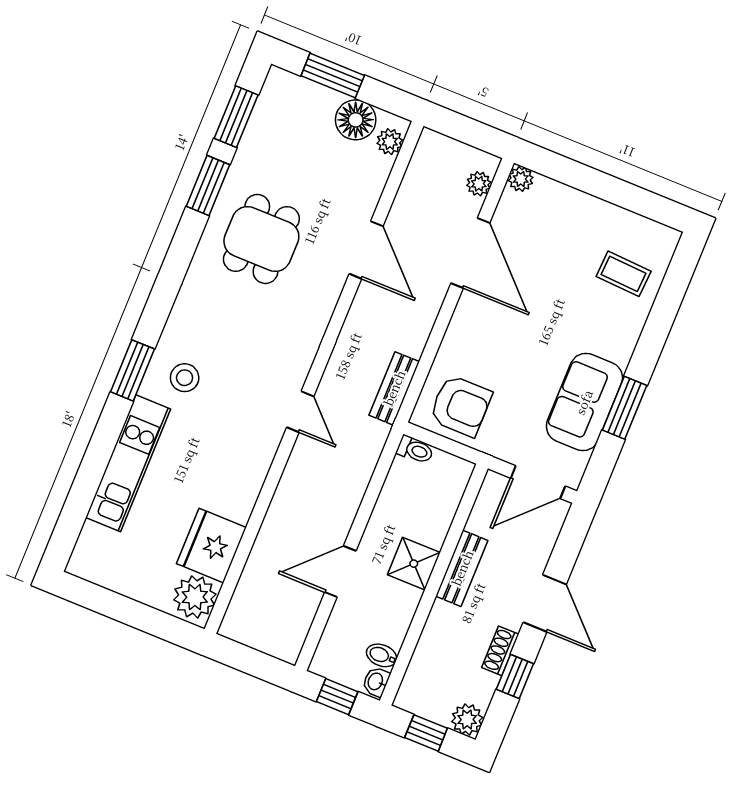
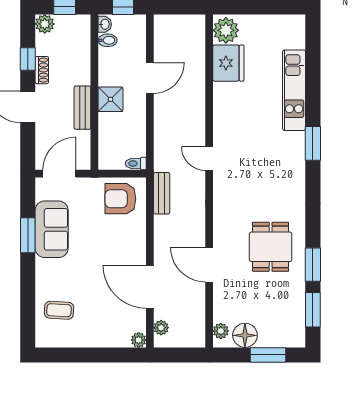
stool: (185, 378) -> (282, 151), removed

